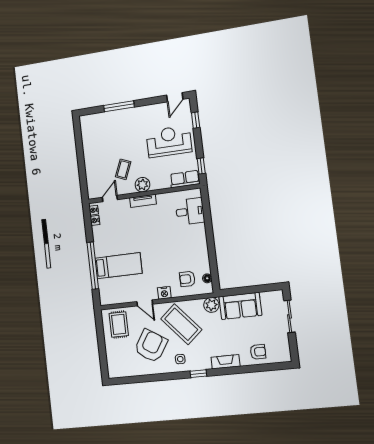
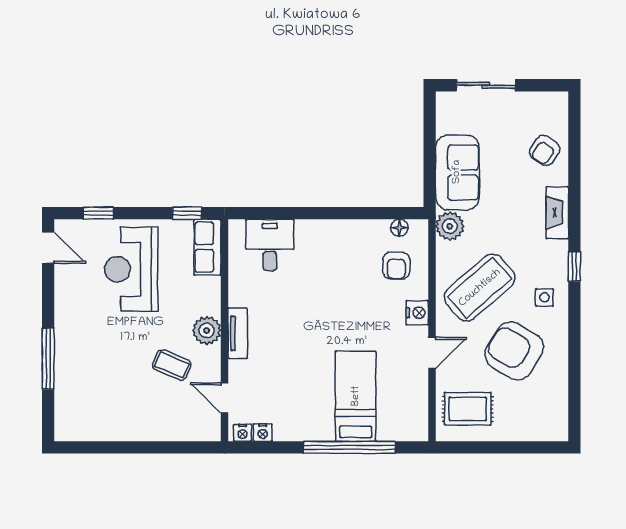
armchair: (258, 352) -> (545, 150), turned -145

